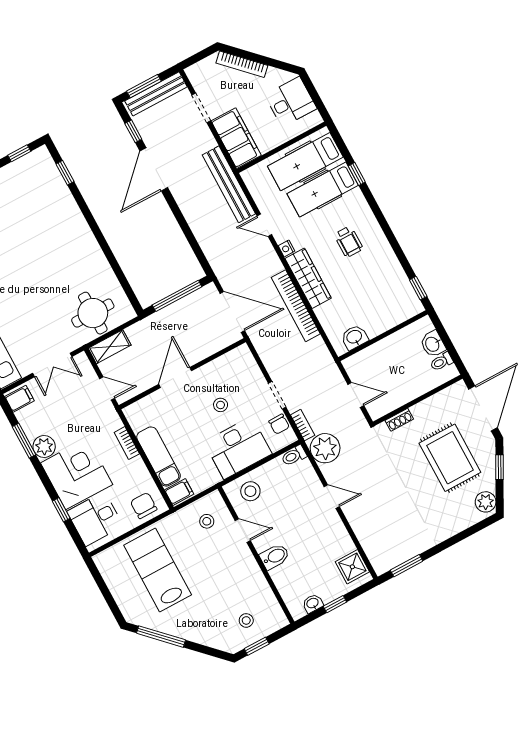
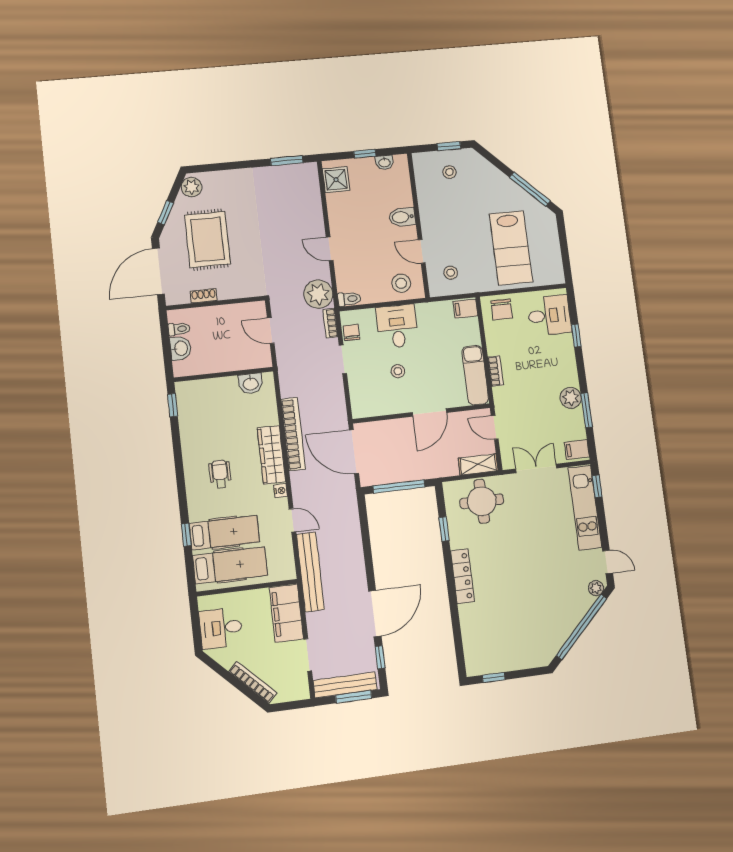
window: (65, 173) -> (444, 529), moved
locker: (84, 236) -> (463, 576), added
shoe rack: (399, 420) -> (204, 296), moved
desk: (238, 448) -> (397, 326), width x0.73
exam couch: (159, 456) -> (475, 375), moved
corner desk: (77, 474) -> (551, 362), removed

